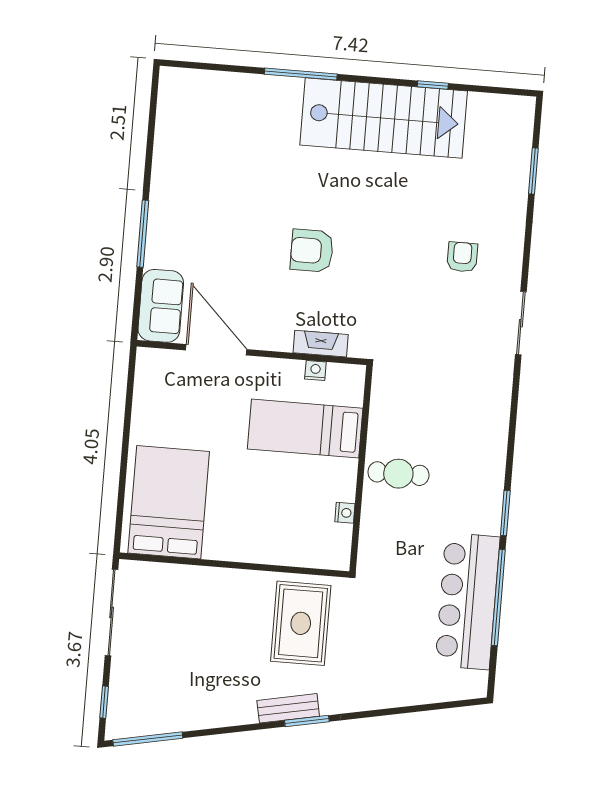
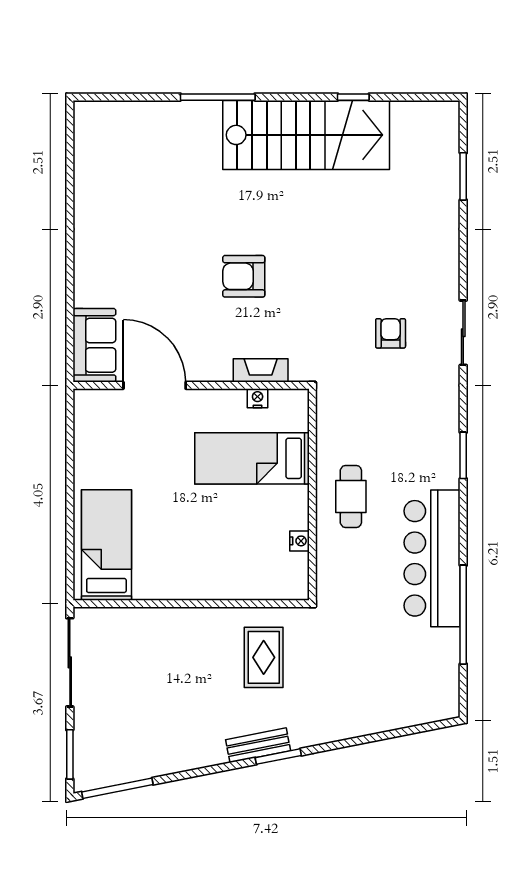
window: (143, 234) -> (70, 273), removed
armchair: (462, 257) -> (391, 333), moved
cafe table: (398, 474) -> (351, 496), turned 90
bed: (169, 502) -> (106, 545), width x0.67
window: (505, 513) -> (463, 455), moved
bar counter: (468, 601) -> (432, 558), moved
rug: (301, 623) -> (264, 657), width x0.73, depth x0.70
window: (104, 702) -> (70, 754), width x1.50

